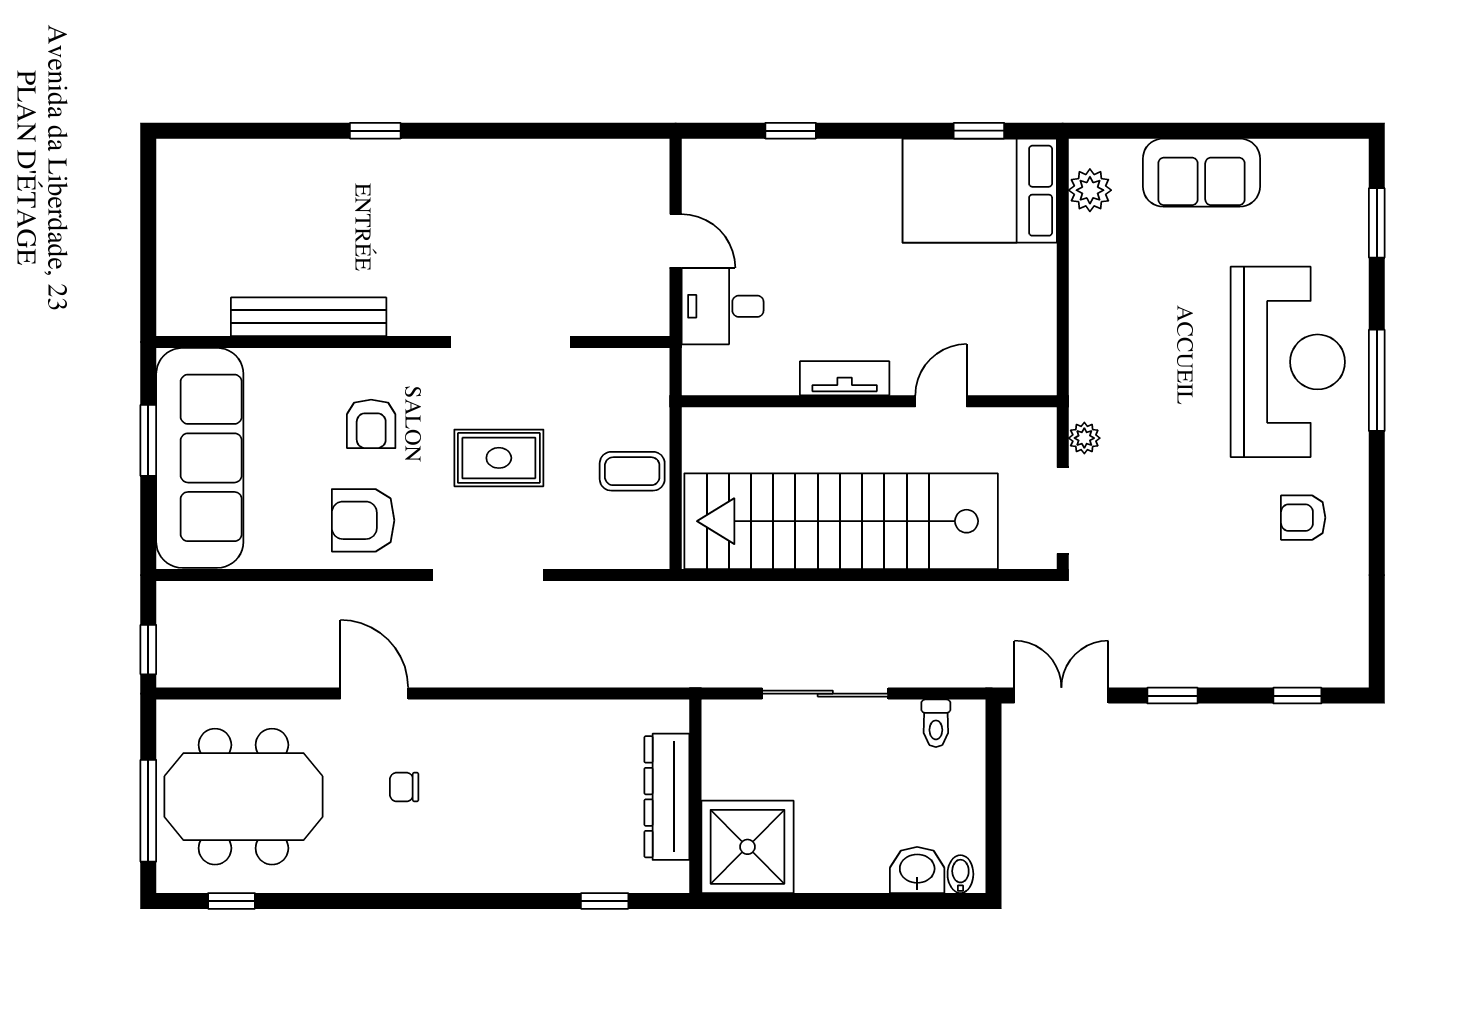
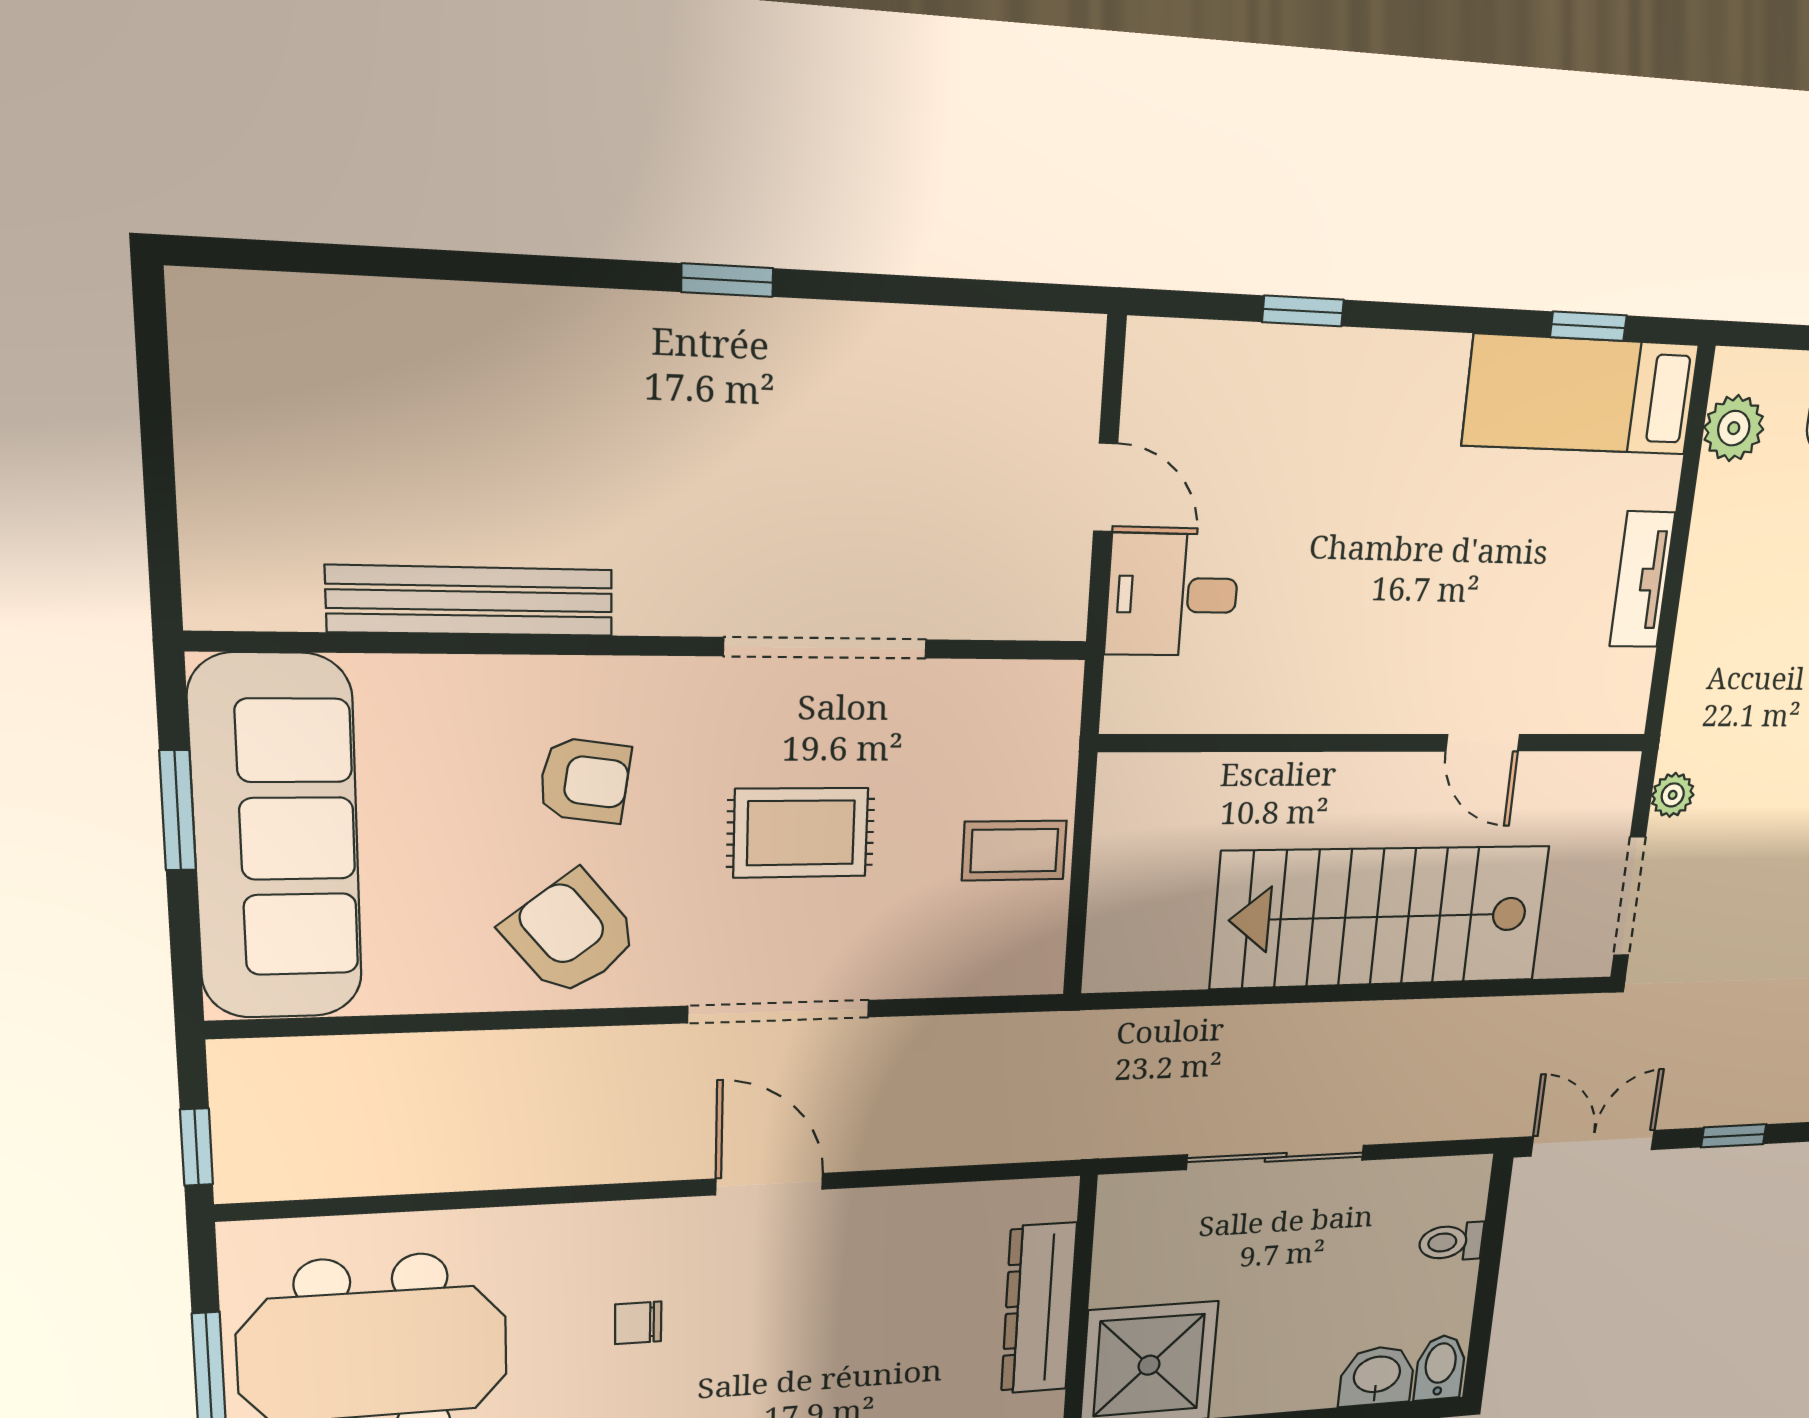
window: (375, 131) -> (727, 280), moved
bed: (980, 191) -> (1581, 395), width x0.67
tv unit: (845, 378) -> (1642, 580), moved, turned -90
door: (941, 401) -> (1483, 743), swing flipped
armchair: (371, 424) -> (584, 780), turned -82
armchair: (363, 520) -> (571, 934), turned 52
stairs: (841, 521) -> (1381, 917), width x0.73
door: (374, 694) -> (769, 1184), moved
toilet: (936, 723) -> (1451, 1242), moved, turned 90
bidet: (960, 874) -> (1440, 1368), width x1.38, depth x1.36

